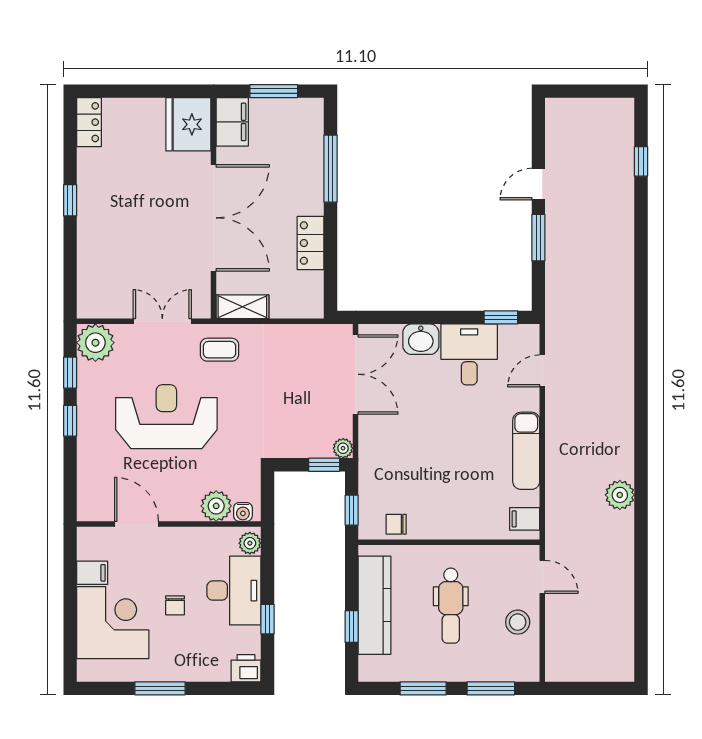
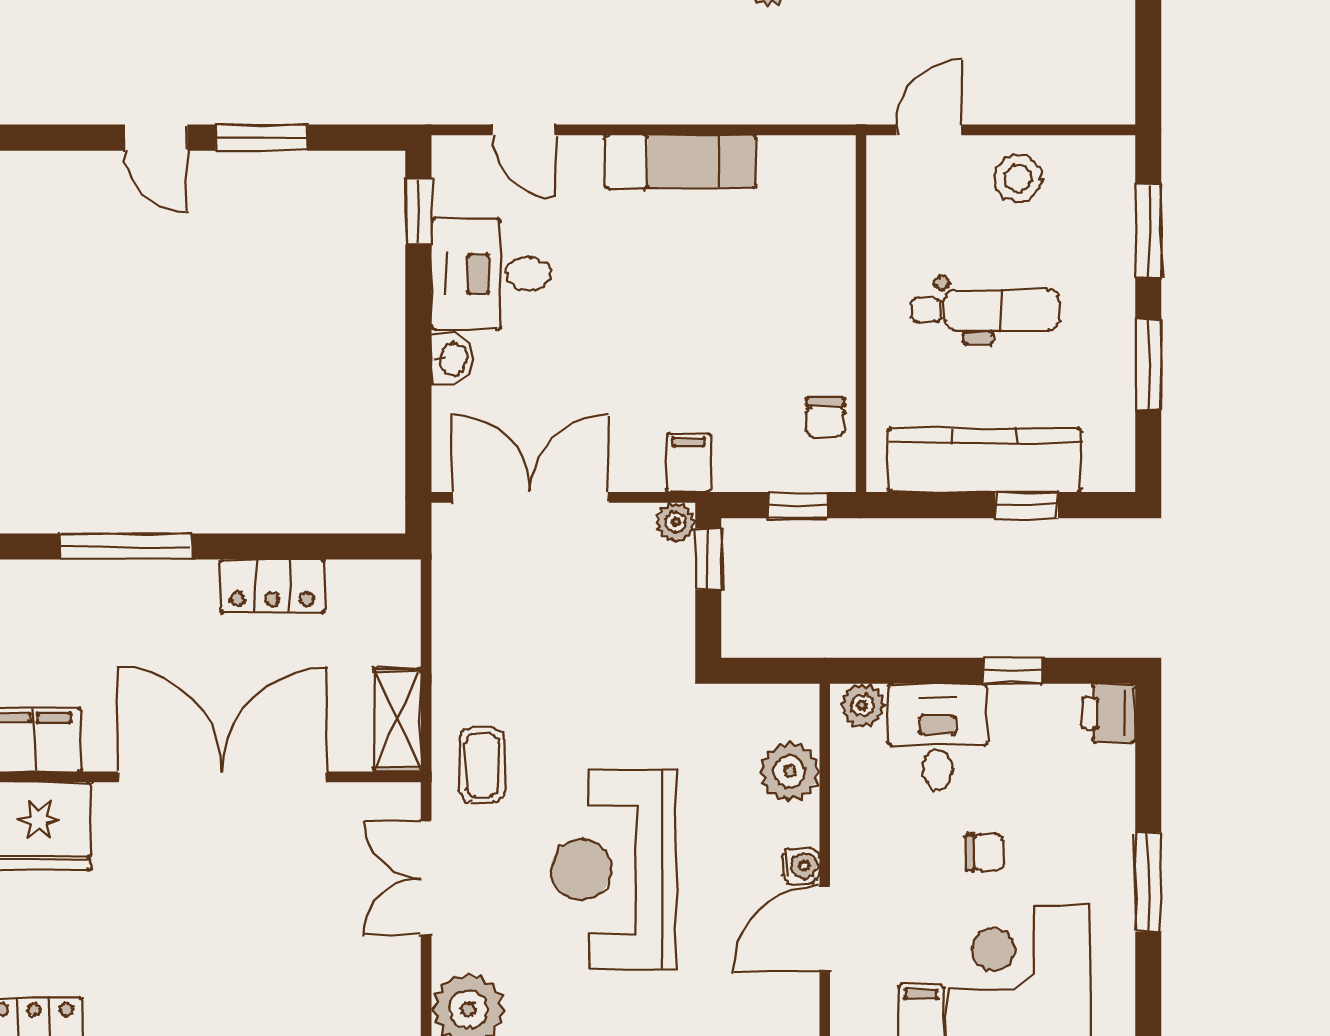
washbasin: (421, 339) -> (452, 359), width x0.72, depth x0.69
water cooler: (243, 512) -> (801, 866), moved
filing cabinet: (525, 519) -> (689, 463), moved, turned 180
desk: (234, 591) -> (938, 737), width x0.73

